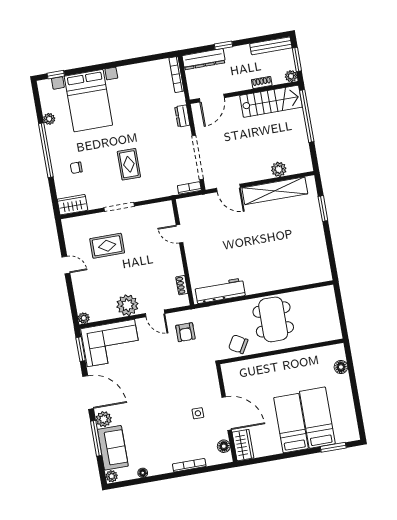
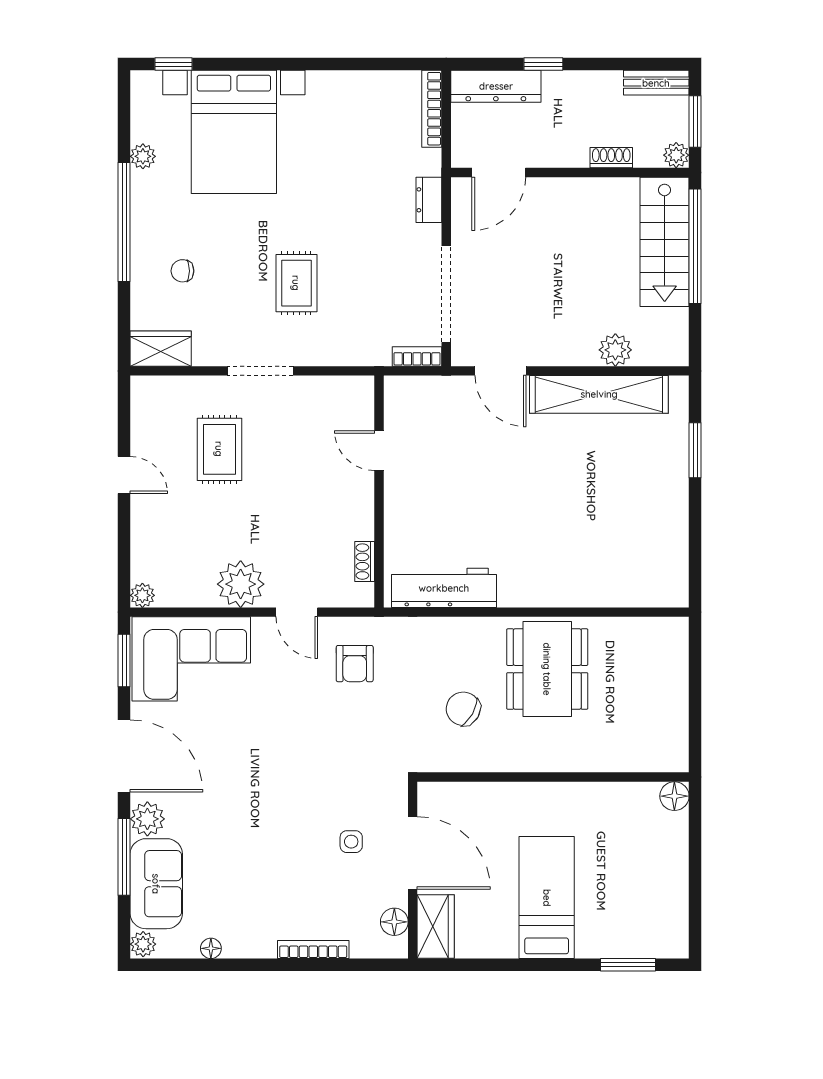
bench: (271, 46) -> (656, 83), width x0.73
stairs: (271, 101) -> (665, 242), moved, turned 90
rug: (107, 246) -> (219, 449), turned 90
wall: (281, 351) -> (553, 777), moved
bed: (317, 418) -> (605, 895), removed

